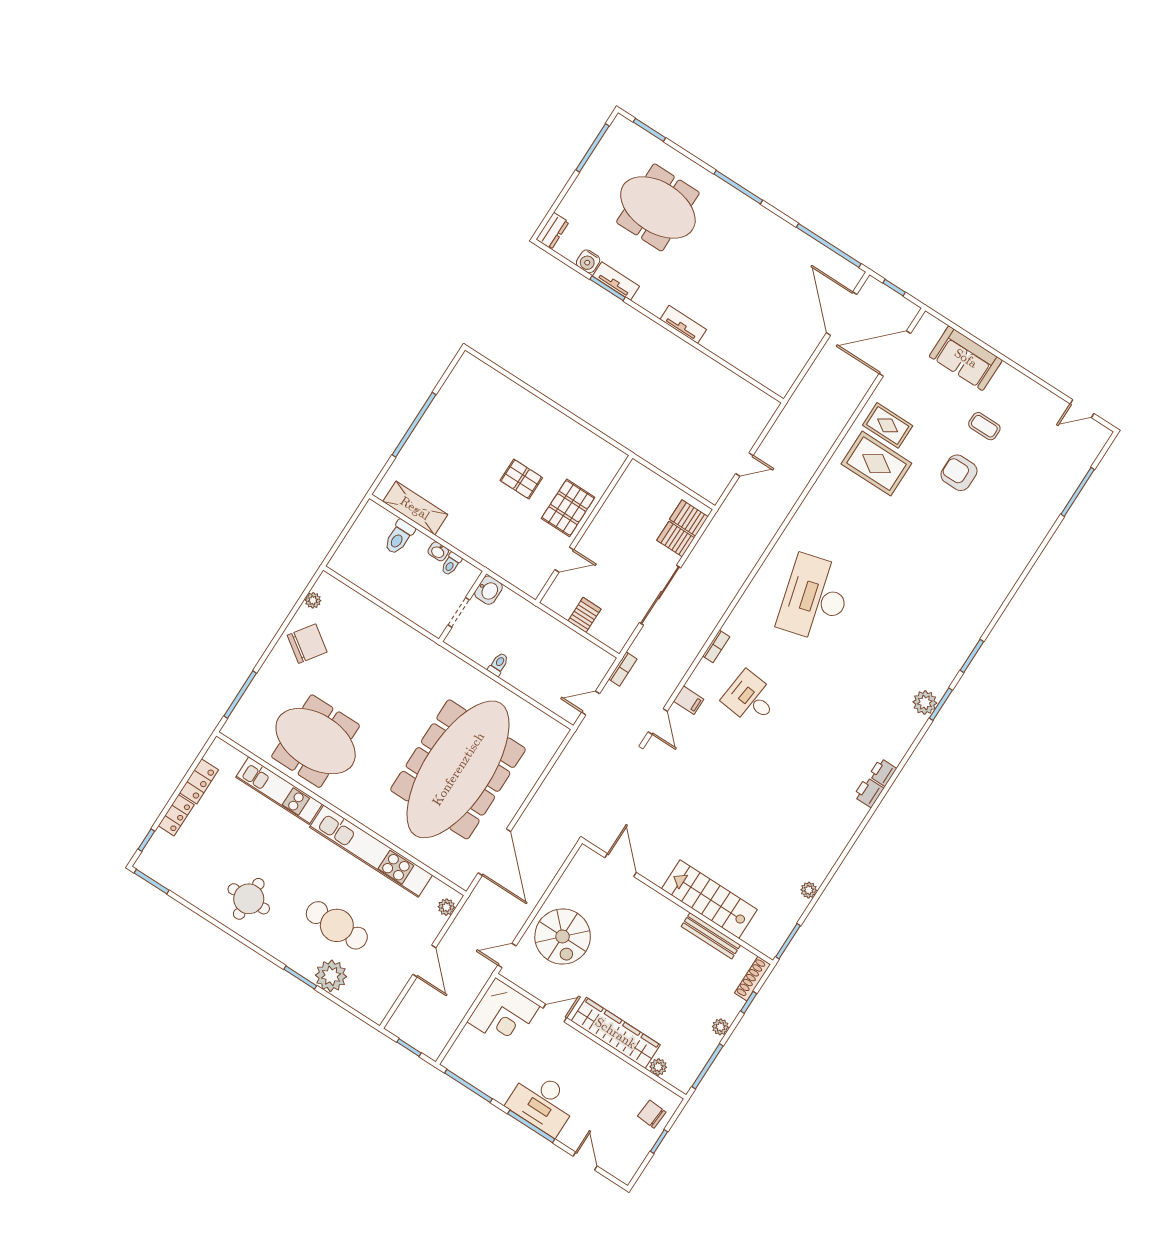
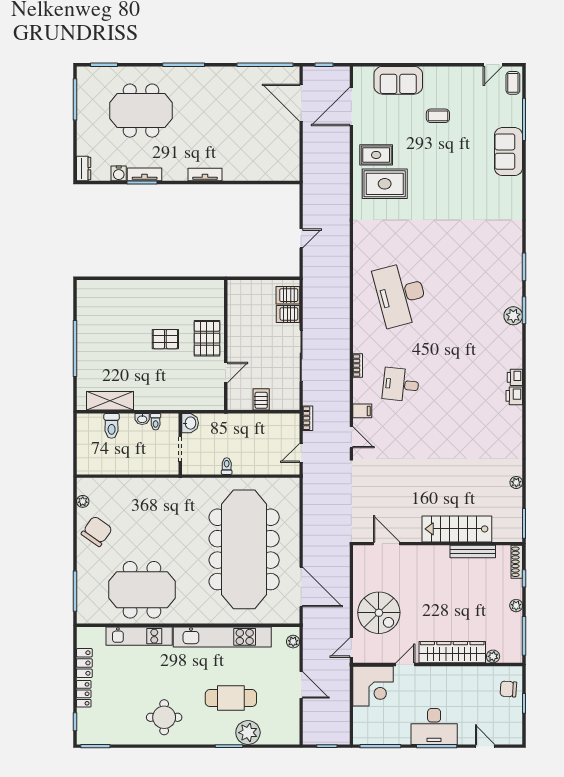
coffee table: (1091, 443) -> (513, 83), added
armchair: (959, 473) -> (441, 156), removed
sofa: (1037, 516) -> (509, 152), added

